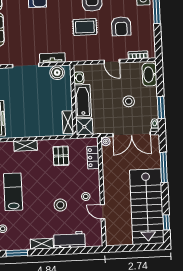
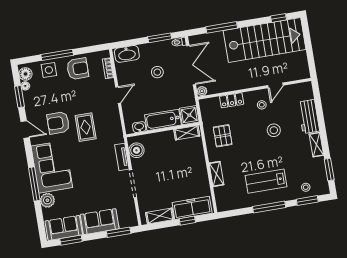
armchair: (121, 26) -> (78, 69), moved
pallet: (61, 156) -> (223, 136), turned 90
locker: (93, 157) -> (232, 100), moved

